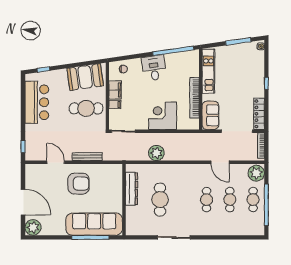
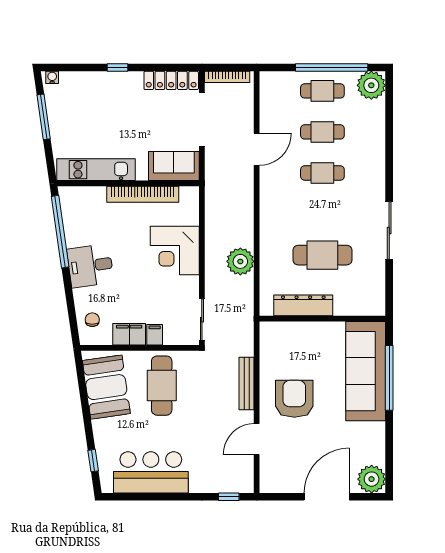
plant: (256, 173) -> (371, 85), moved

